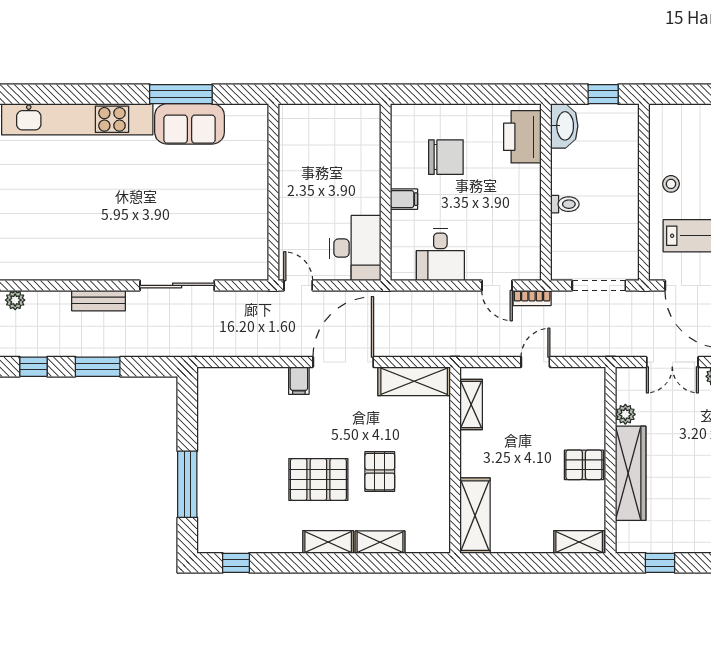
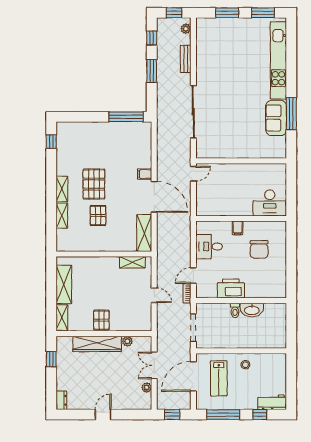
window: (603, 94) -> (291, 330), removed
washbasin: (564, 126) -> (252, 310), moved
printer: (522, 137) -> (231, 289), moved
desk: (355, 248) -> (270, 203), moved
sliding door: (177, 285) -> (193, 112), width x1.36
bench: (98, 301) -> (186, 59), moved
pallet: (380, 472) -> (98, 216), turned 90
window: (187, 484) -> (126, 117), moved
shelving: (475, 516) -> (64, 284), moved, turned 90

